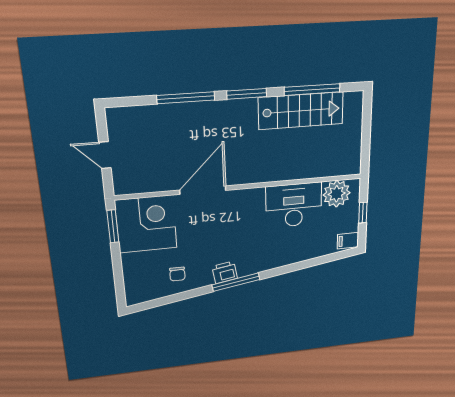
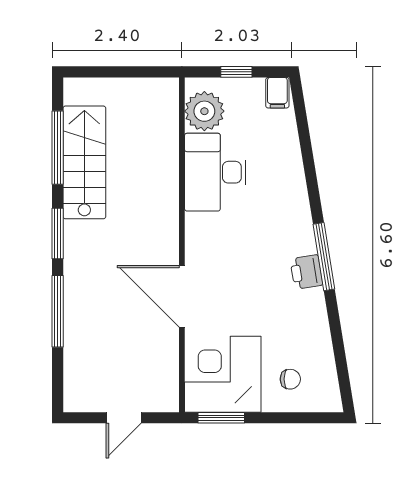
chair: (177, 274) -> (290, 379), moved

